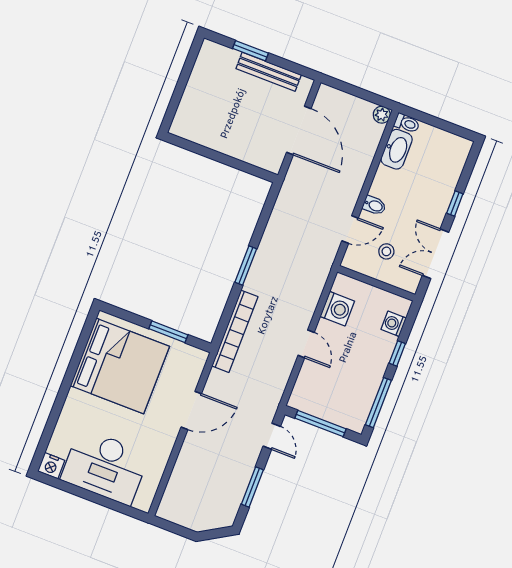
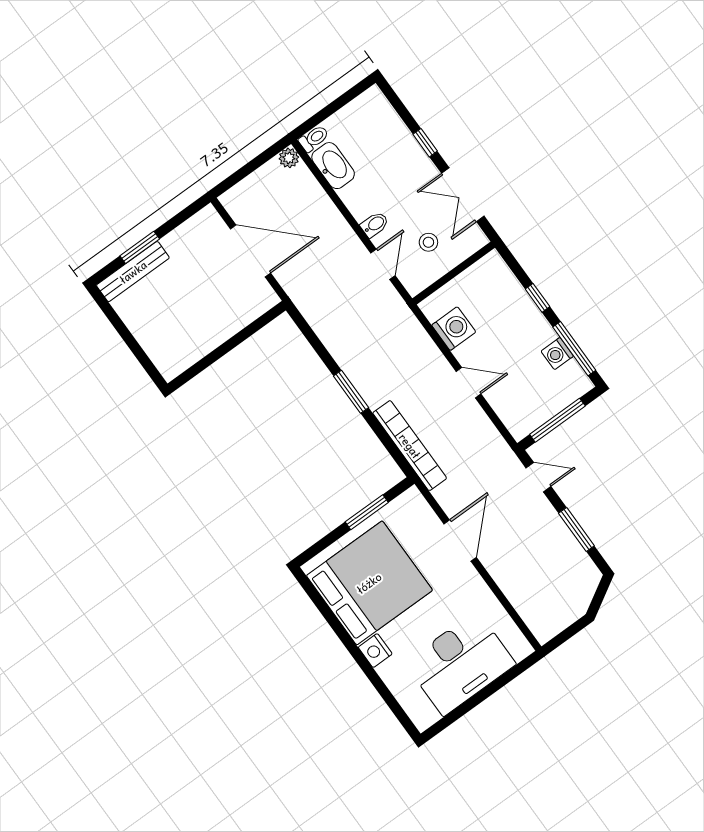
bench: (269, 72) -> (133, 272), moved
washing machine: (394, 324) -> (557, 354), moved
nightstand: (51, 466) -> (375, 651), moved, turned 90

